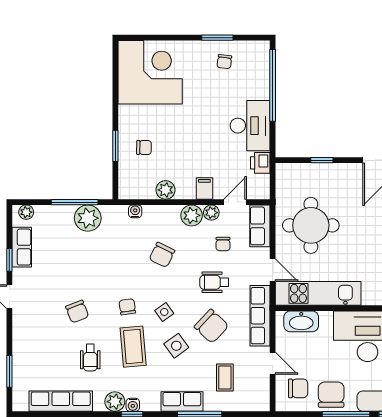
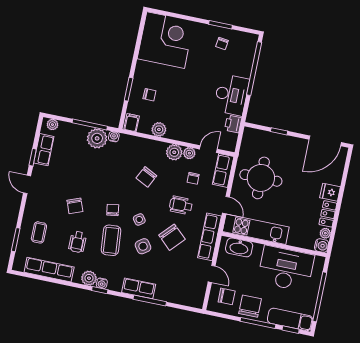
filing cabinet: (204, 188) -> (132, 123), moved
water cooler: (135, 211) -> (114, 137), moved
coffee table: (225, 378) -> (39, 232), moved

